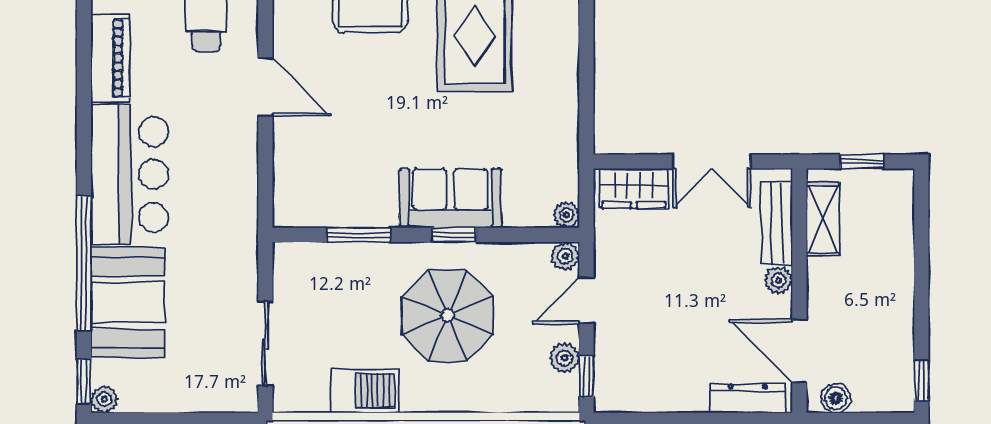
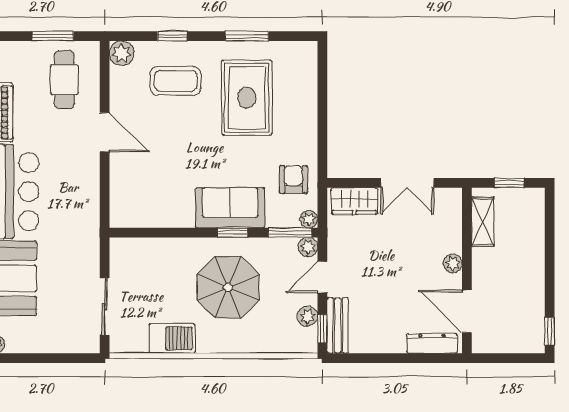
armchair: (544, 157) -> (293, 180), added
bench: (777, 223) -> (338, 326), moved
window: (358, 235) -> (290, 233), moved
boiler: (836, 398) -> (492, 343), removed

